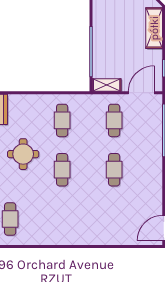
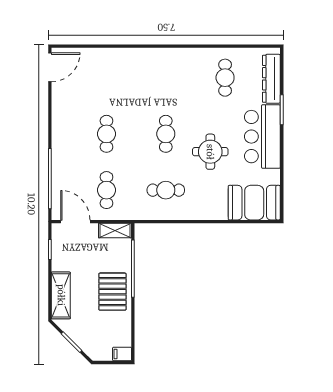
pallet: (109, 31) -> (112, 292), added
door: (141, 93) -> (75, 222), swing flipped
cafe table: (62, 120) -> (166, 190), turned 90

